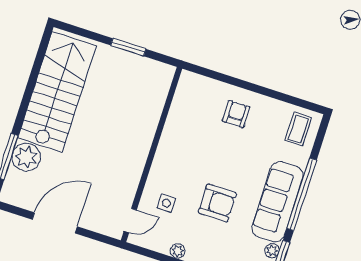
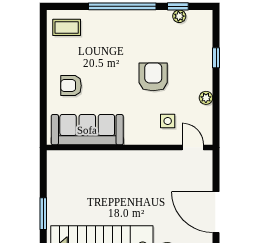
window: (128, 47) -> (43, 214), moved
sofa: (278, 202) -> (87, 130), moved, turned 180

